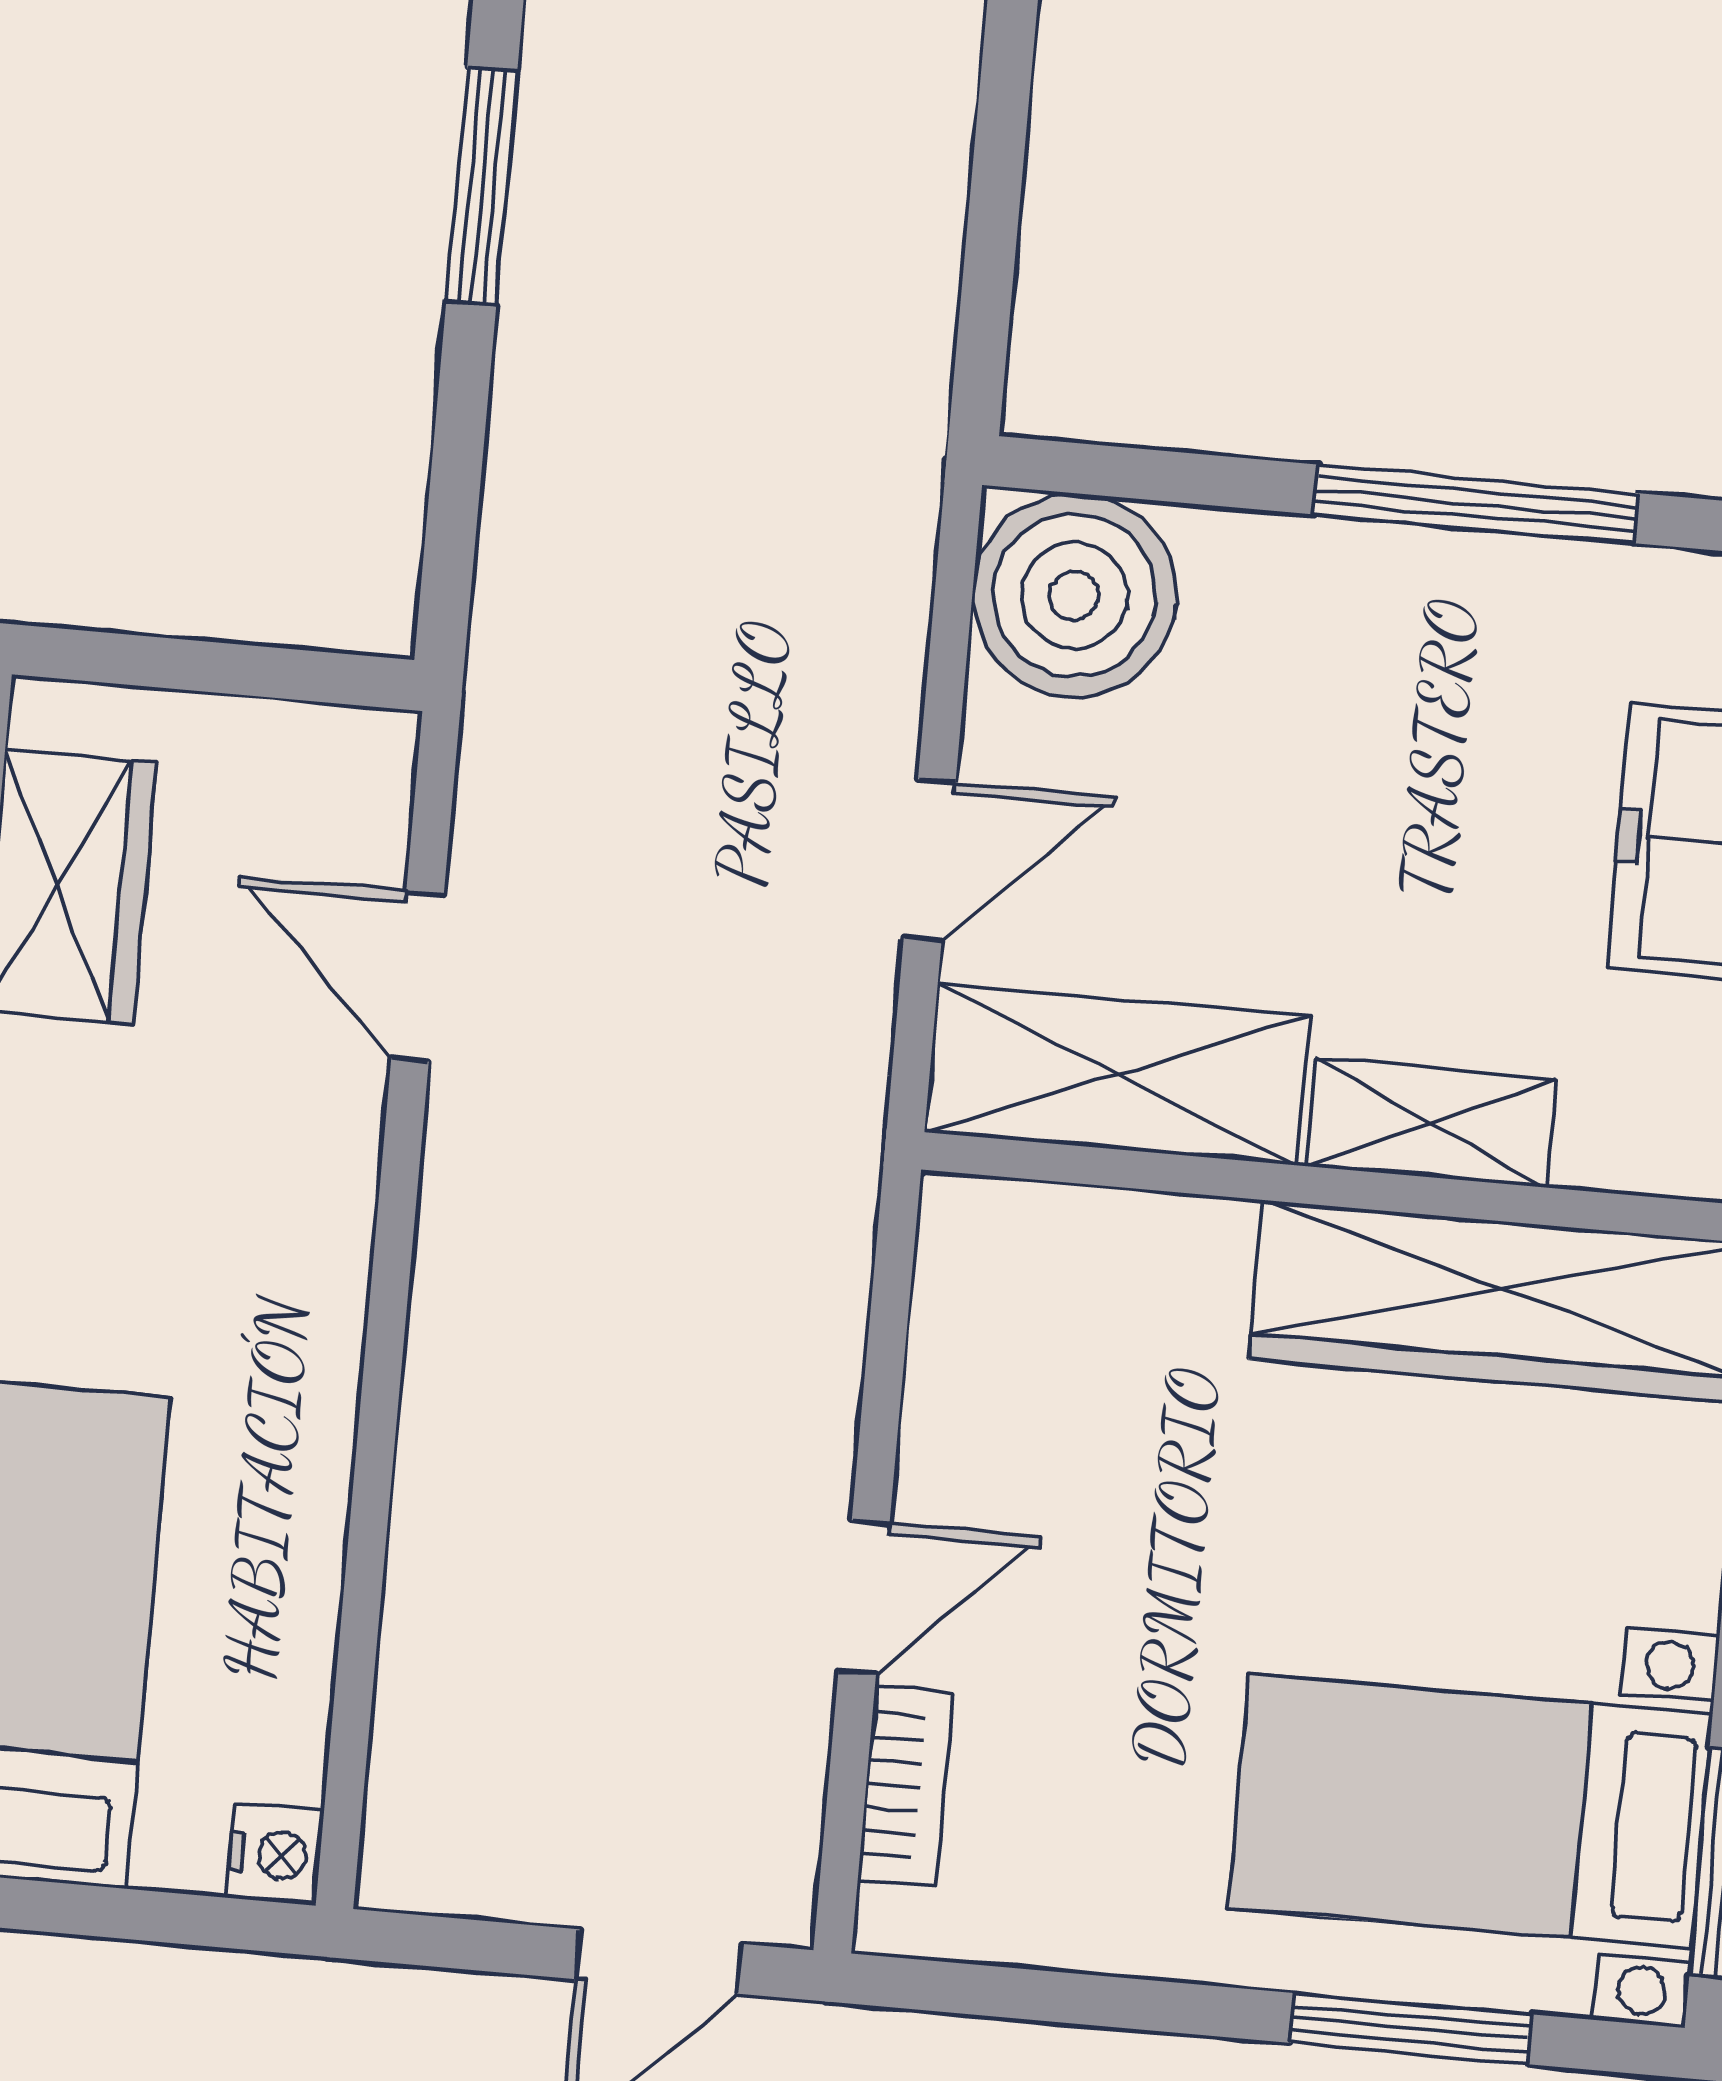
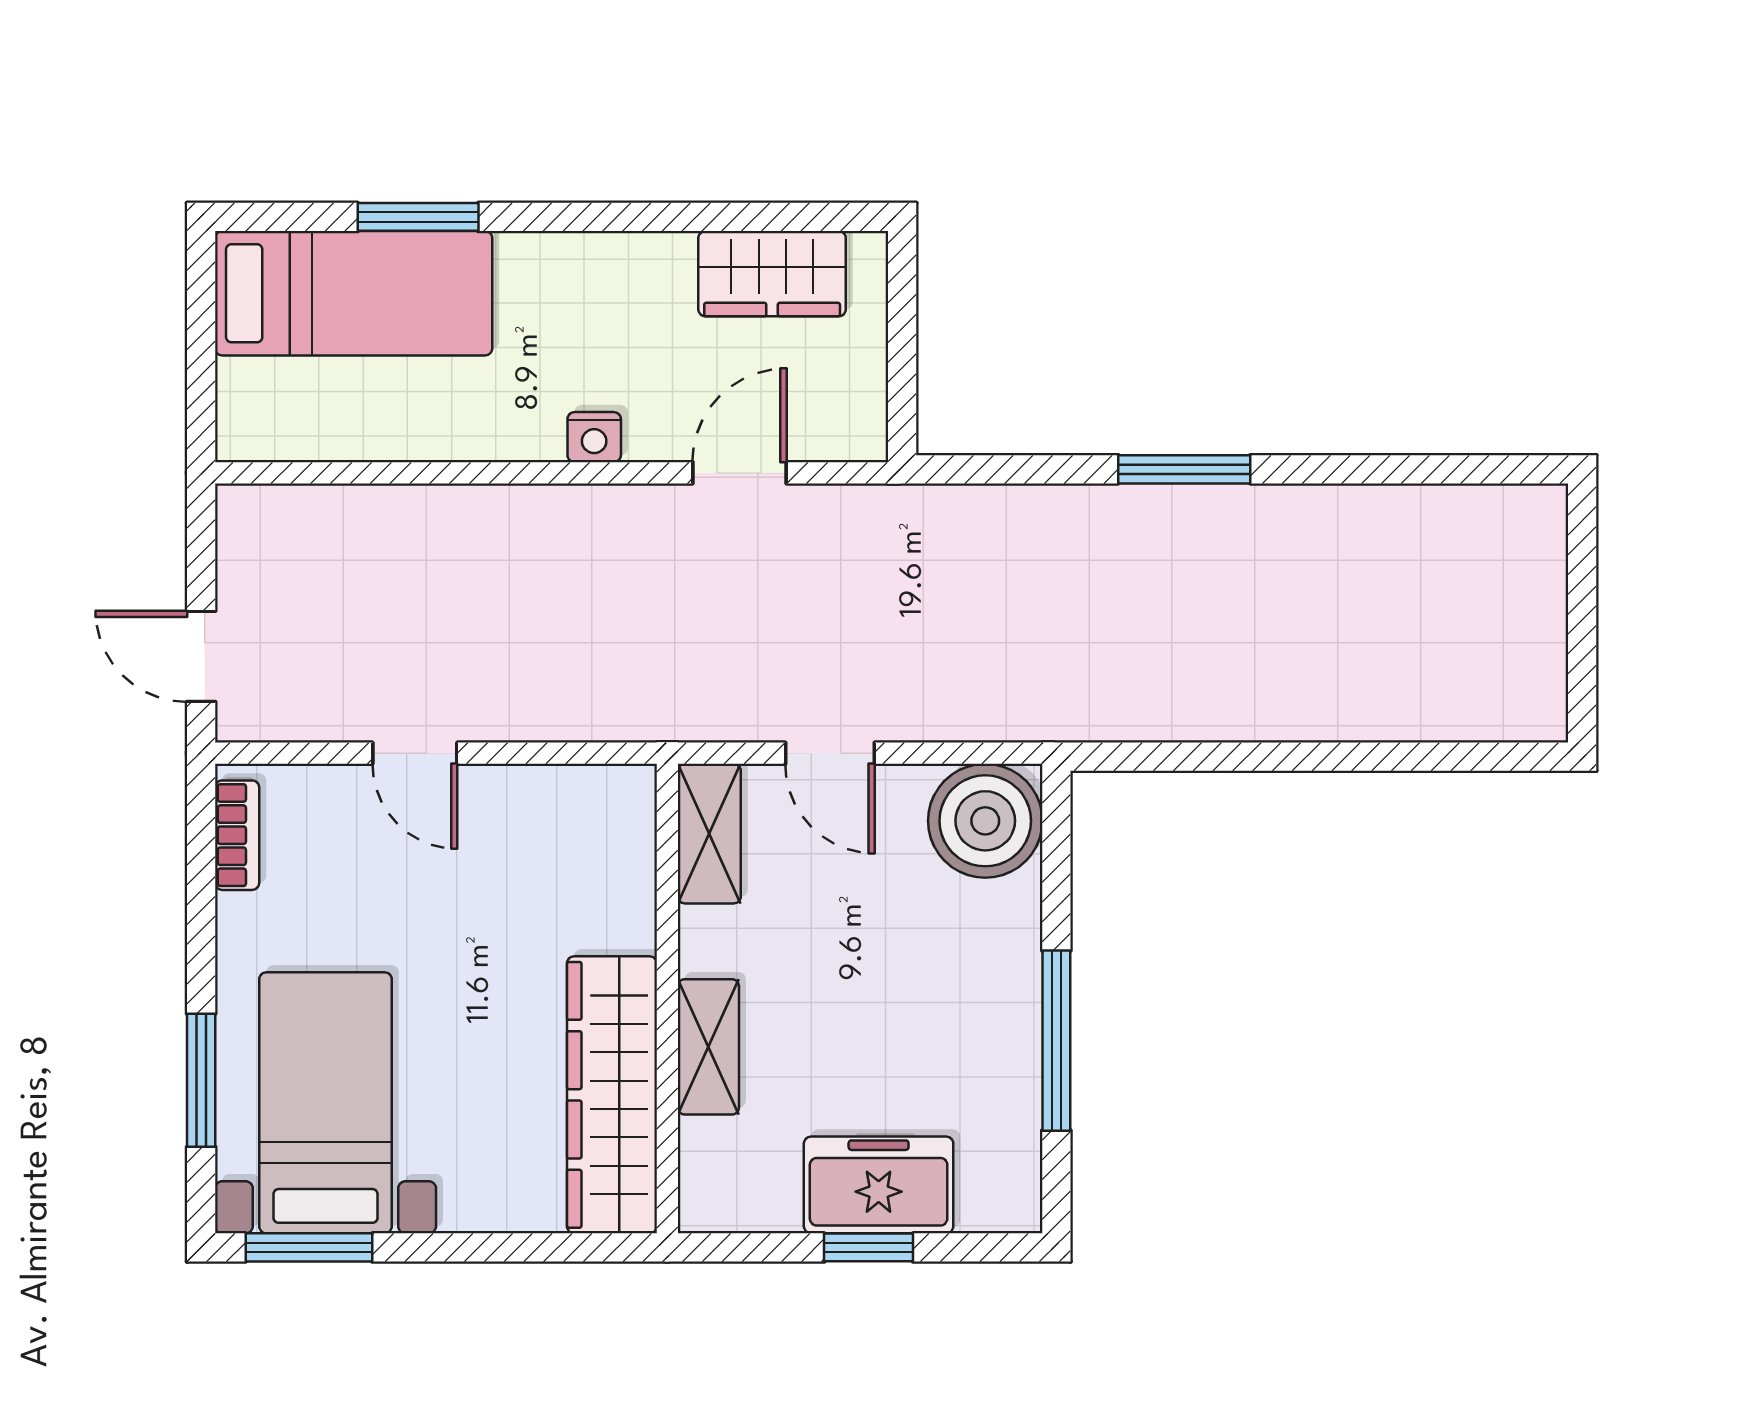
shelving: (1117, 1074) -> (709, 834), width x0.67, depth x0.75
bookcase: (905, 1786) -> (237, 835), moved, turned -90
nightstand: (275, 1855) -> (594, 437), moved

